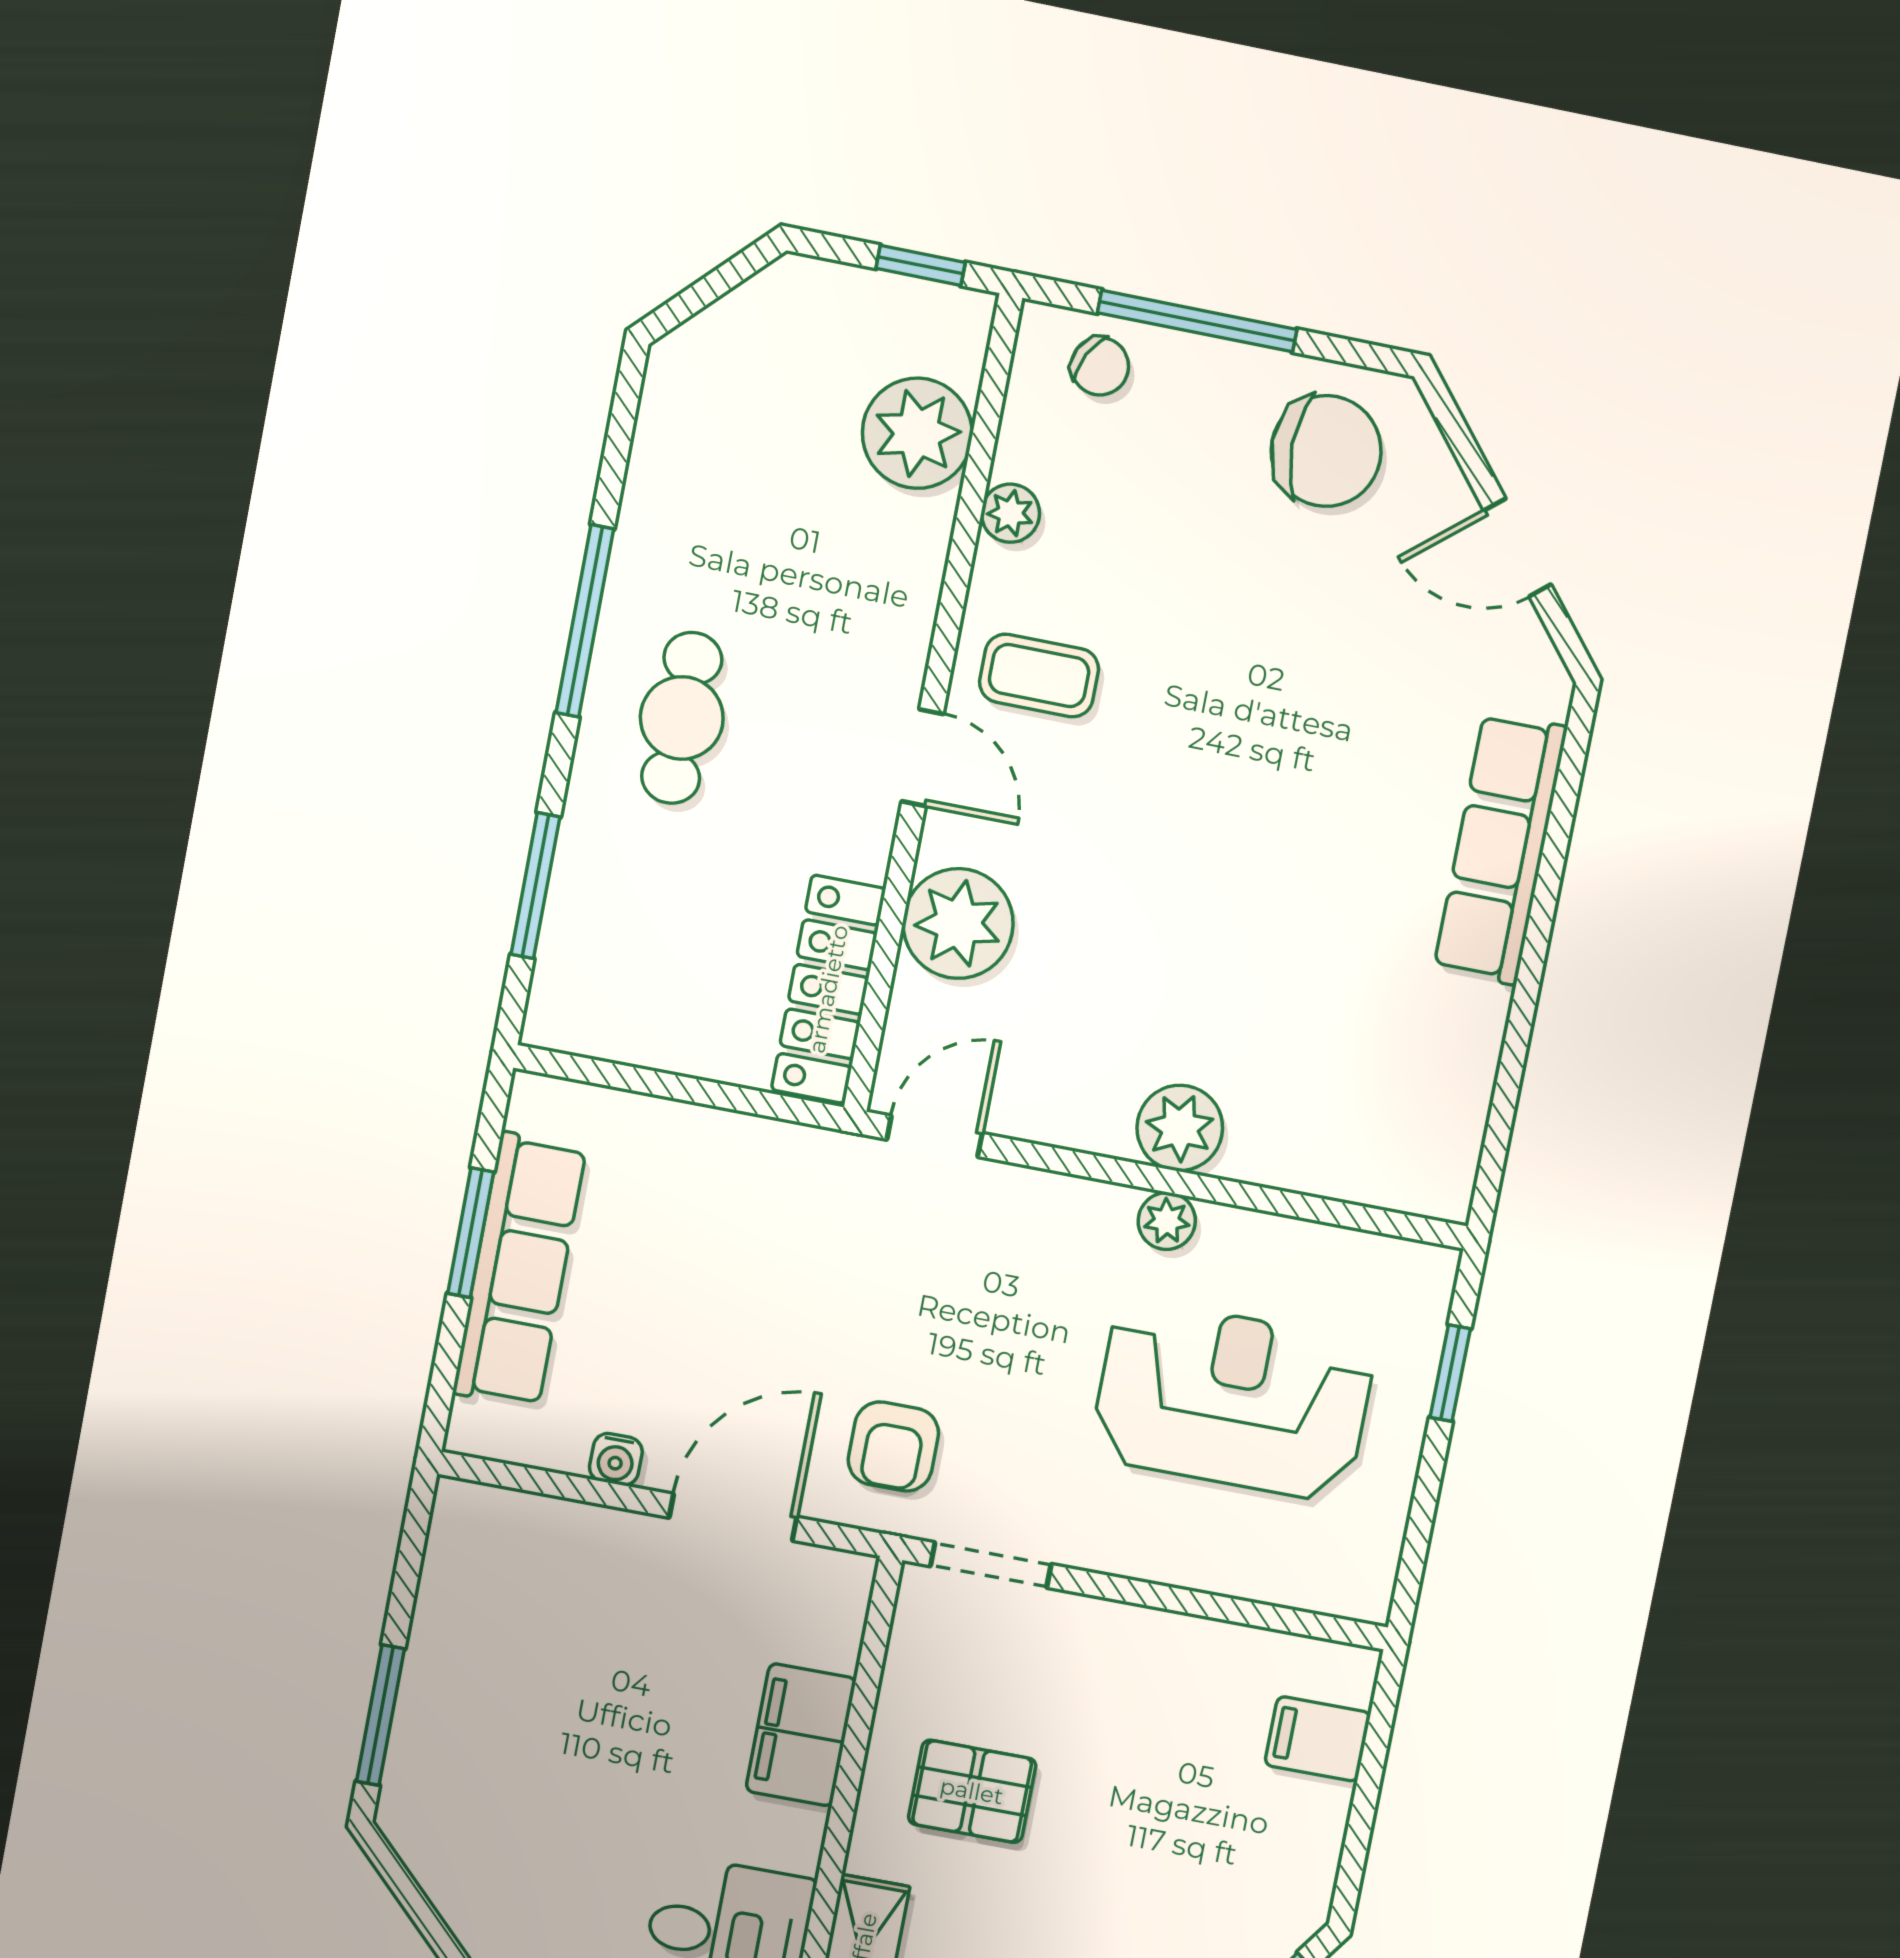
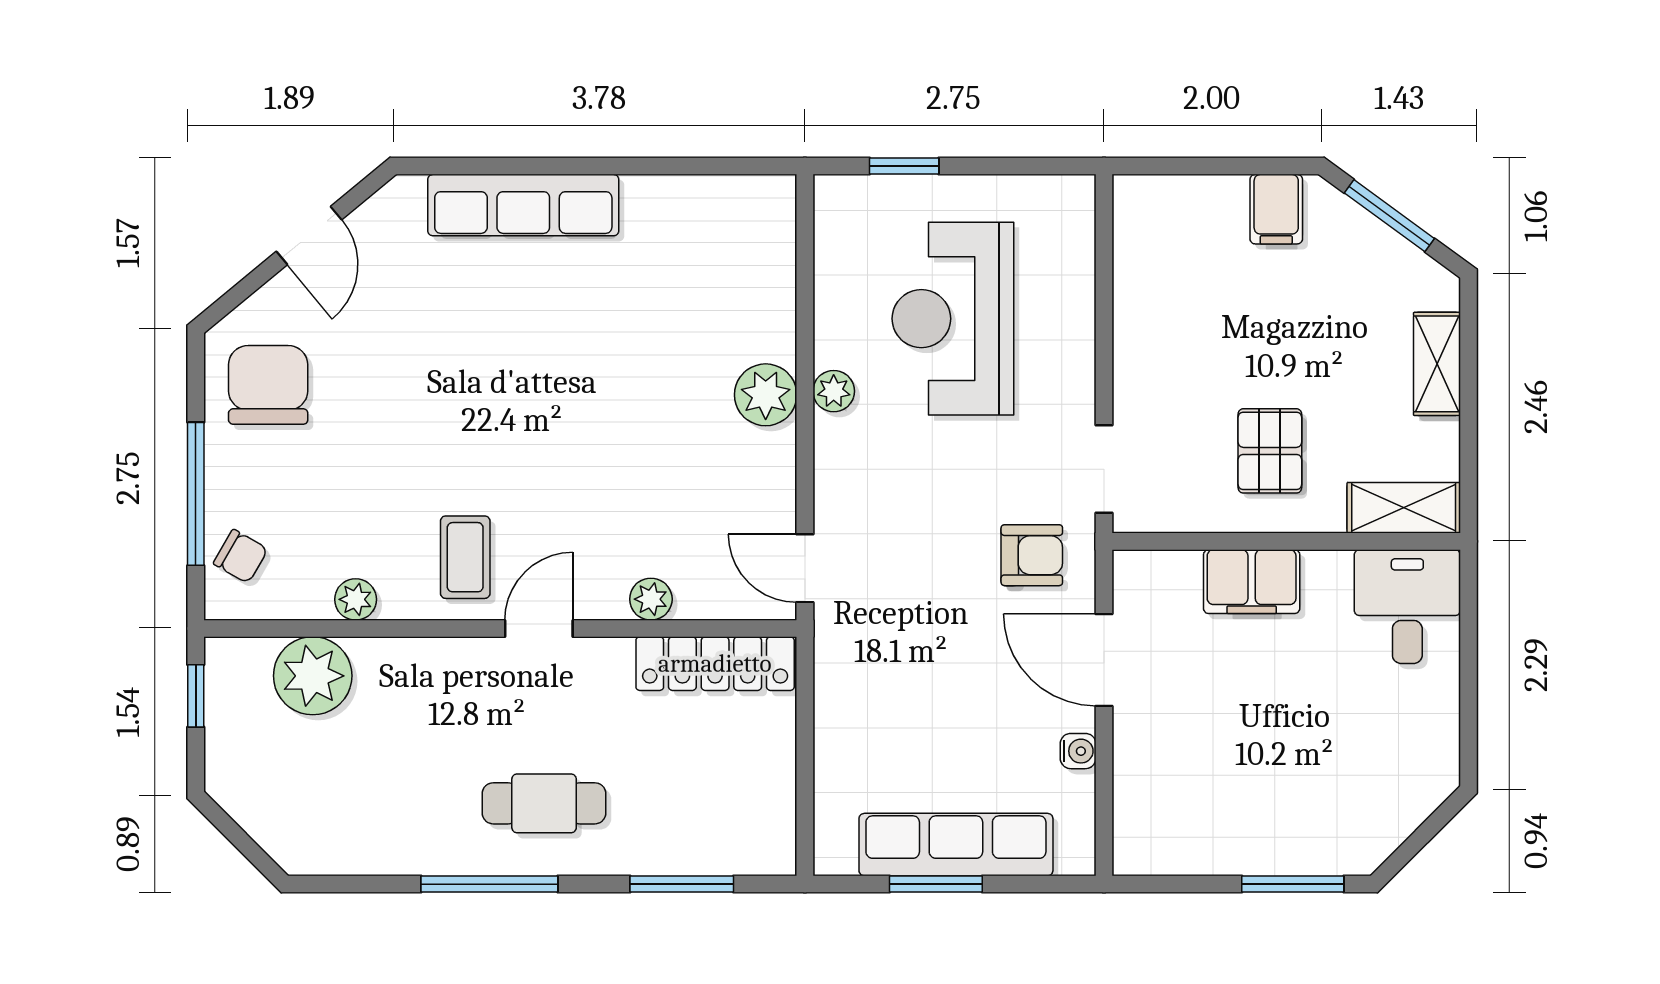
chair: (1100, 366) -> (241, 556), turned 93
plant: (958, 924) -> (651, 599), width x0.53, depth x0.53
filing cabinet: (1318, 1739) -> (1276, 209), moved

